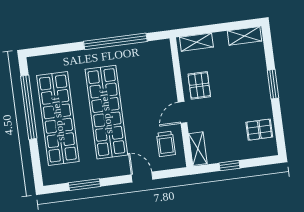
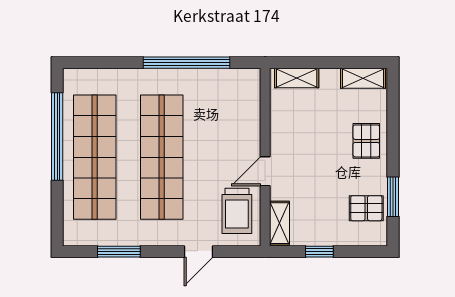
window: (273, 84) -> (393, 197), moved
pallet: (199, 85) -> (366, 141), moved
trolley: (166, 144) -> (237, 211), width x1.36, depth x1.39
door: (142, 177) -> (199, 252), swing flipped

